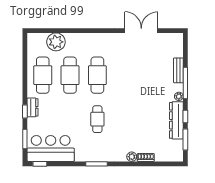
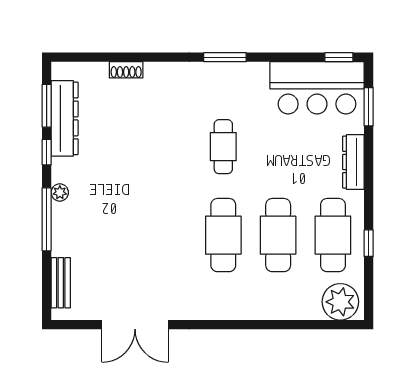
plant: (56, 42) -> (340, 302), moved
bench: (178, 70) -> (61, 283), moved
dresser: (33, 107) -> (353, 162), width x1.44
window: (25, 111) -> (369, 243), moved
dresser: (176, 120) -> (65, 118), moved
plant: (132, 157) -> (154, 71), removed

